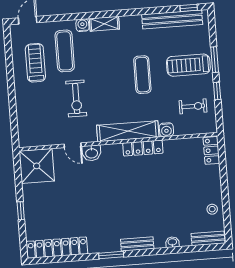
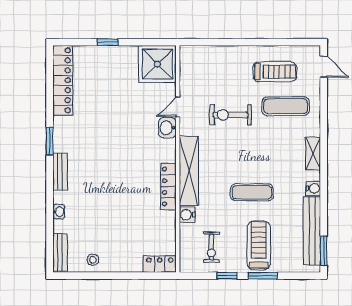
window: (189, 8) -> (324, 251), width x1.50
water cooler: (82, 25) -> (313, 188), moved

